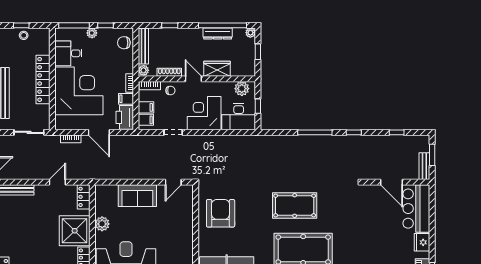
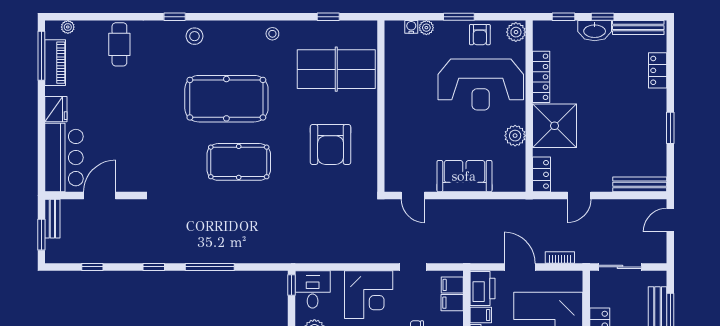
window: (258, 106) -> (291, 285), moved
desk: (239, 117) -> (313, 289), width x0.73
door: (173, 182) -> (413, 195), swing flipped
door: (391, 182) -> (100, 195), hinge flipped
armchair: (221, 213) -> (331, 144), moved

